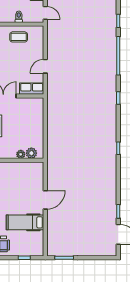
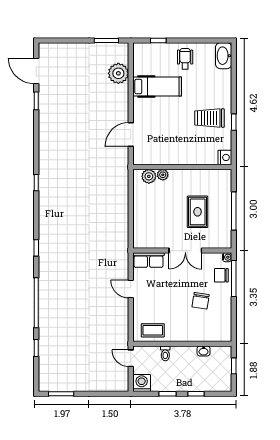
coffee table: (19, 37) -> (153, 330), moved
door: (45, 66) -> (131, 289), swing flipped
door: (45, 200) -> (131, 134), moved
plant: (55, 233) -> (118, 73), added

